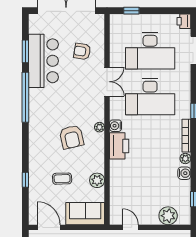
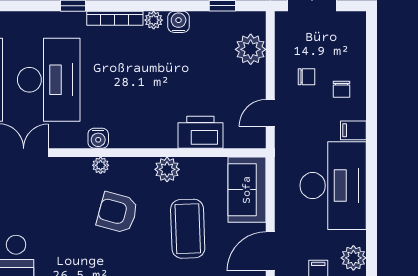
armchair: (72, 137) -> (117, 213), turned -152
printer: (119, 146) -> (200, 132), moved
coffee table: (62, 179) -> (188, 229), width x1.86, depth x1.72
plant: (97, 180) -> (167, 169), moved

